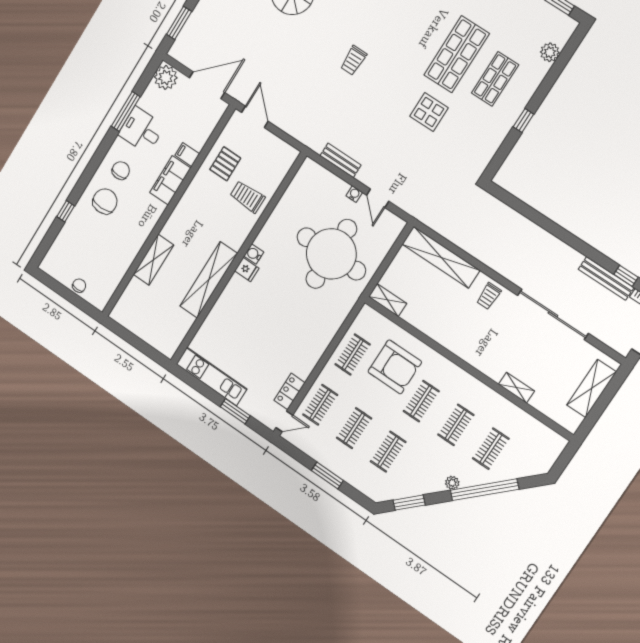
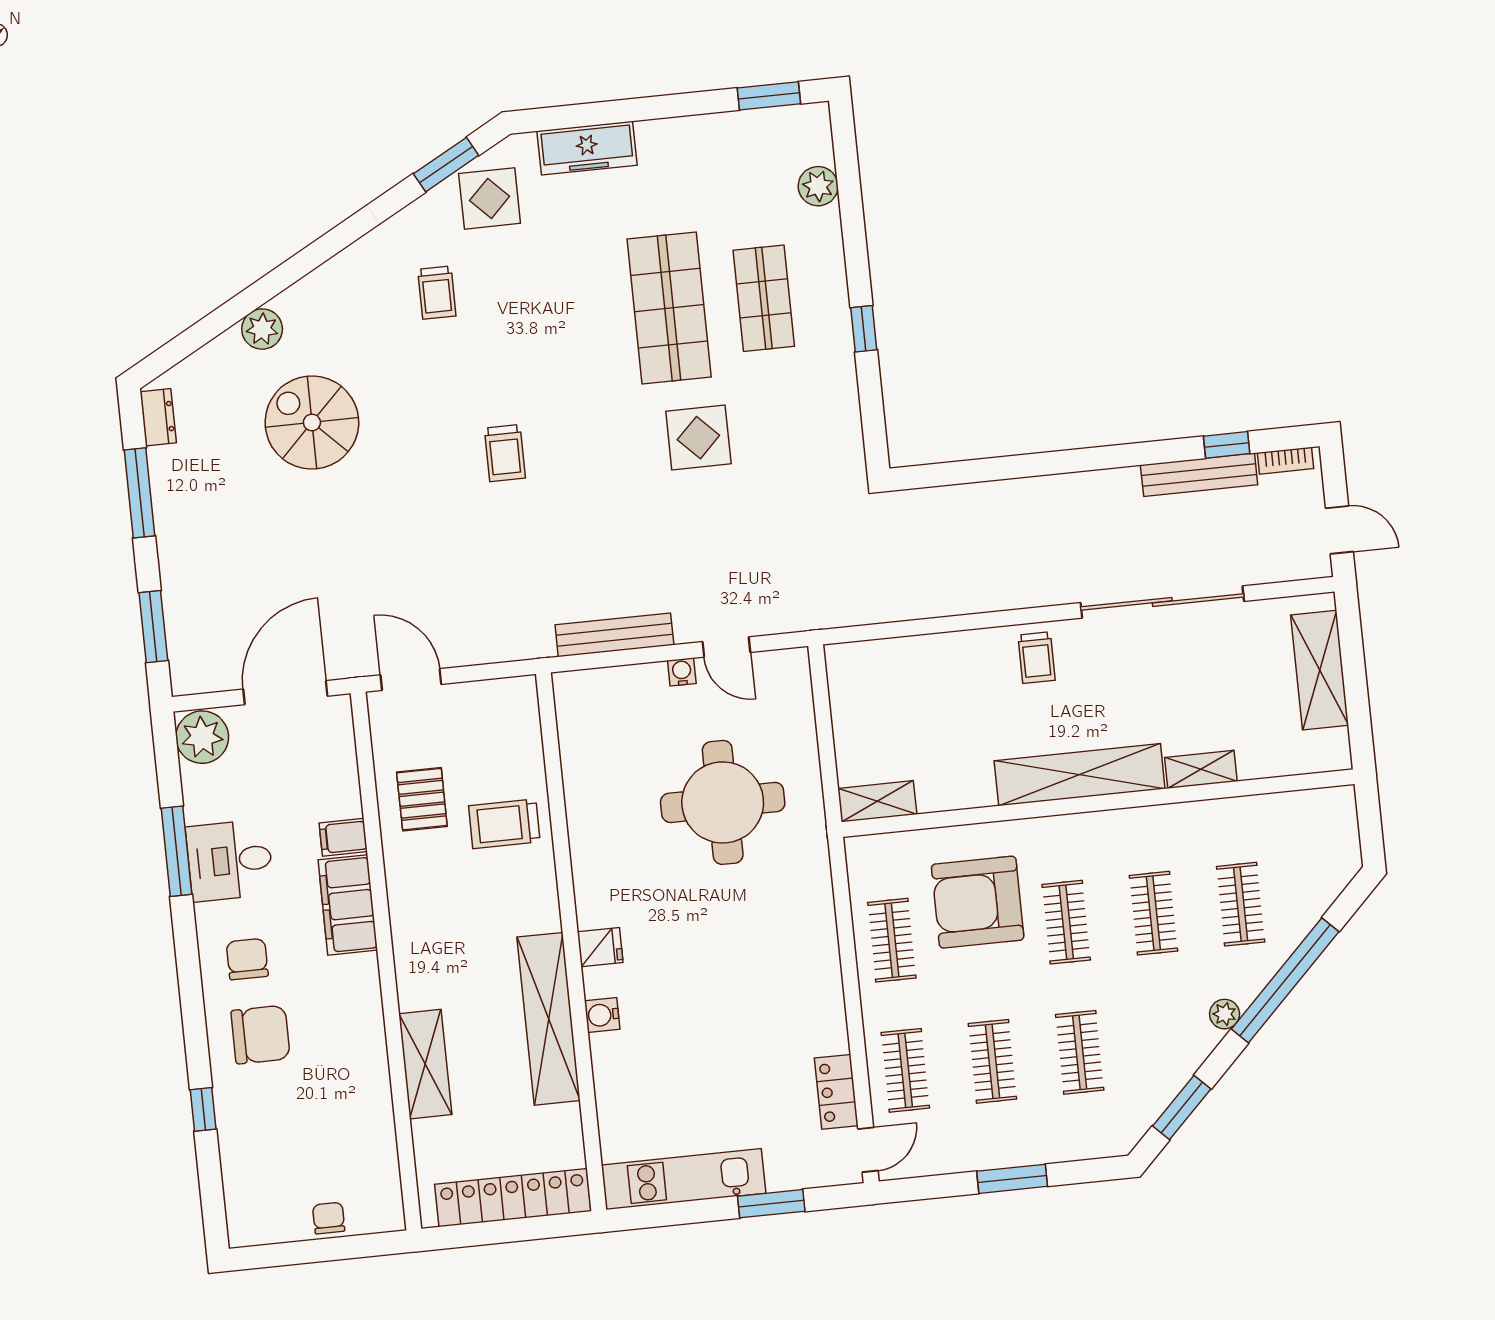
bench: (341, 160) -> (614, 635), width x1.36
chair: (105, 201) -> (261, 1035), turned 90
water cooler: (254, 254) -> (602, 1015), moved
round table: (331, 254) -> (723, 802), width x0.73, depth x0.73
shelving: (441, 257) -> (1080, 775), moved
locker: (147, 332) -> (513, 1198), added
armchair: (395, 367) -> (978, 902), turned 180

